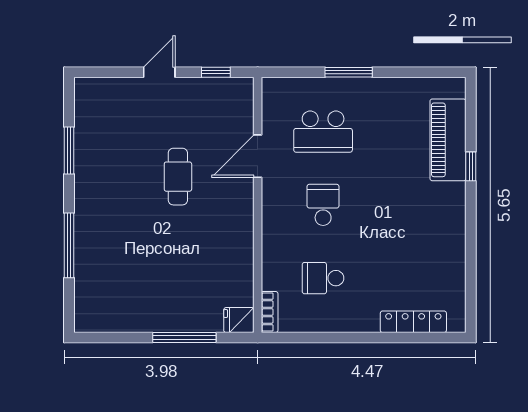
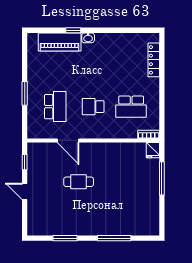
washbasin: (456, 195) -> (88, 38), added
school desk: (323, 278) -> (131, 107), width x1.85

